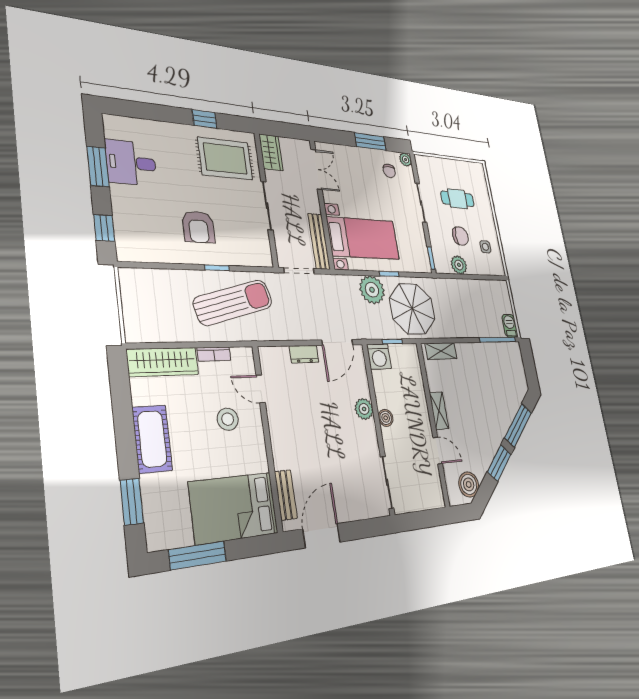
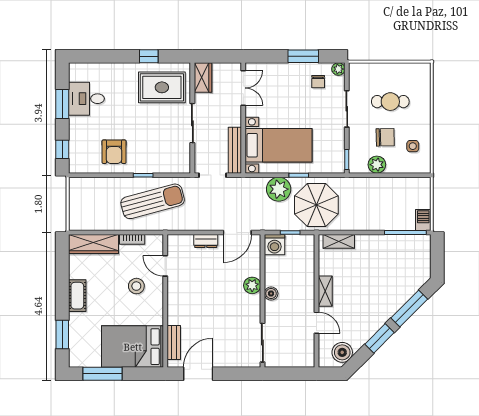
armchair: (198, 227) -> (114, 152), moved
cot: (152, 439) -> (77, 296), width x0.73, depth x0.75

